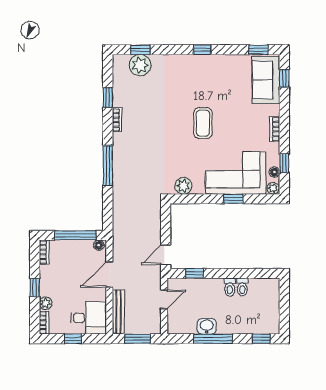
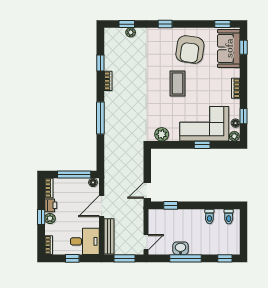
window: (202, 50) -> (165, 24), moved
plant: (140, 65) -> (131, 32), width x0.53, depth x0.53
armchair: (218, 81) -> (190, 50), added
printer: (47, 273) -> (51, 205), added
toilet: (230, 287) -> (229, 217), moved
door: (164, 300) -> (146, 242), moved
plant: (46, 303) -> (50, 218), moved

